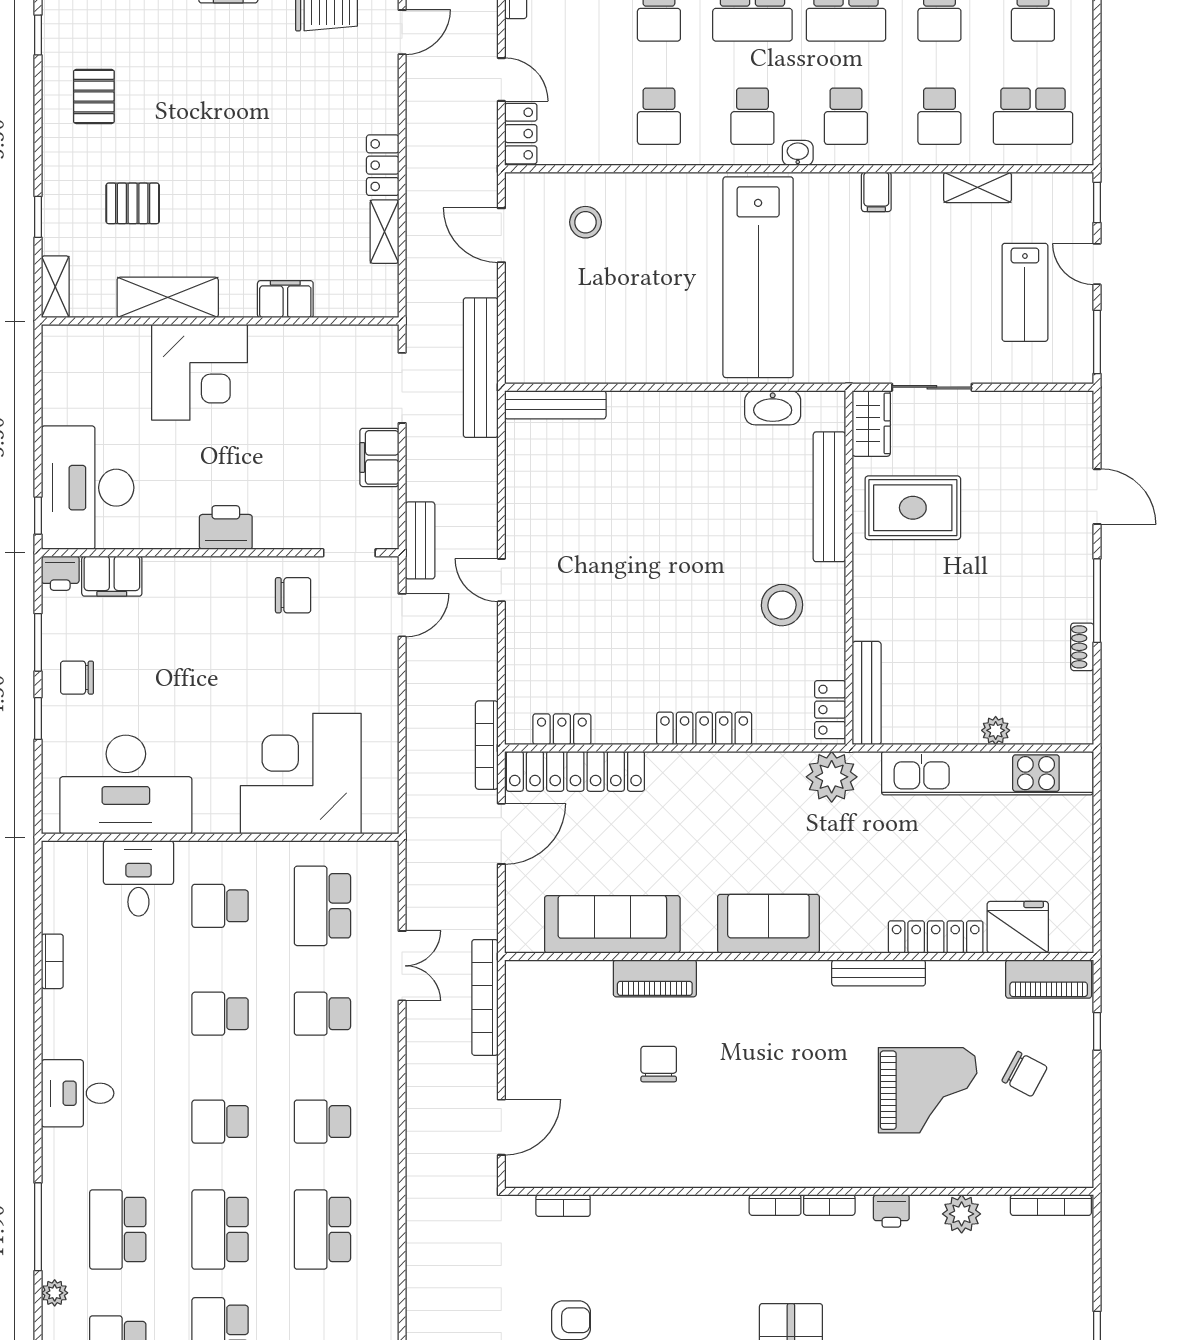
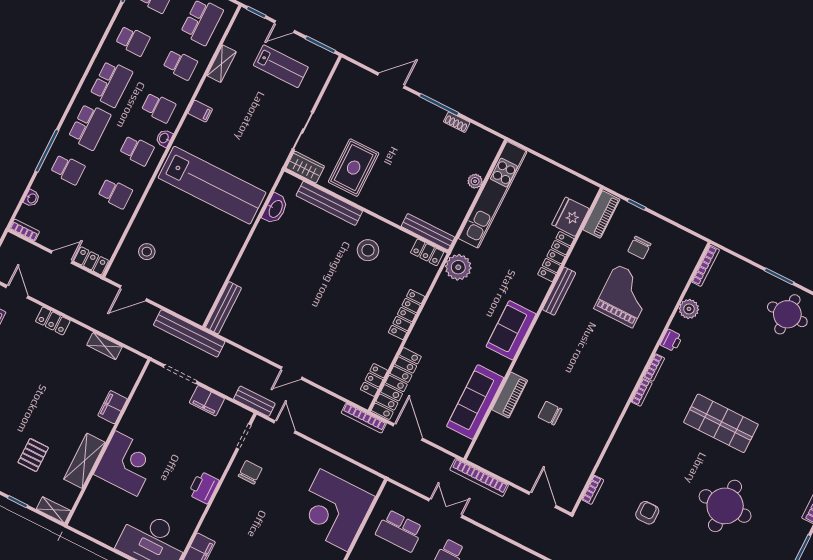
locker: (383, 165) -> (53, 321), moved
chair: (1025, 1074) -> (639, 248), turned 152

